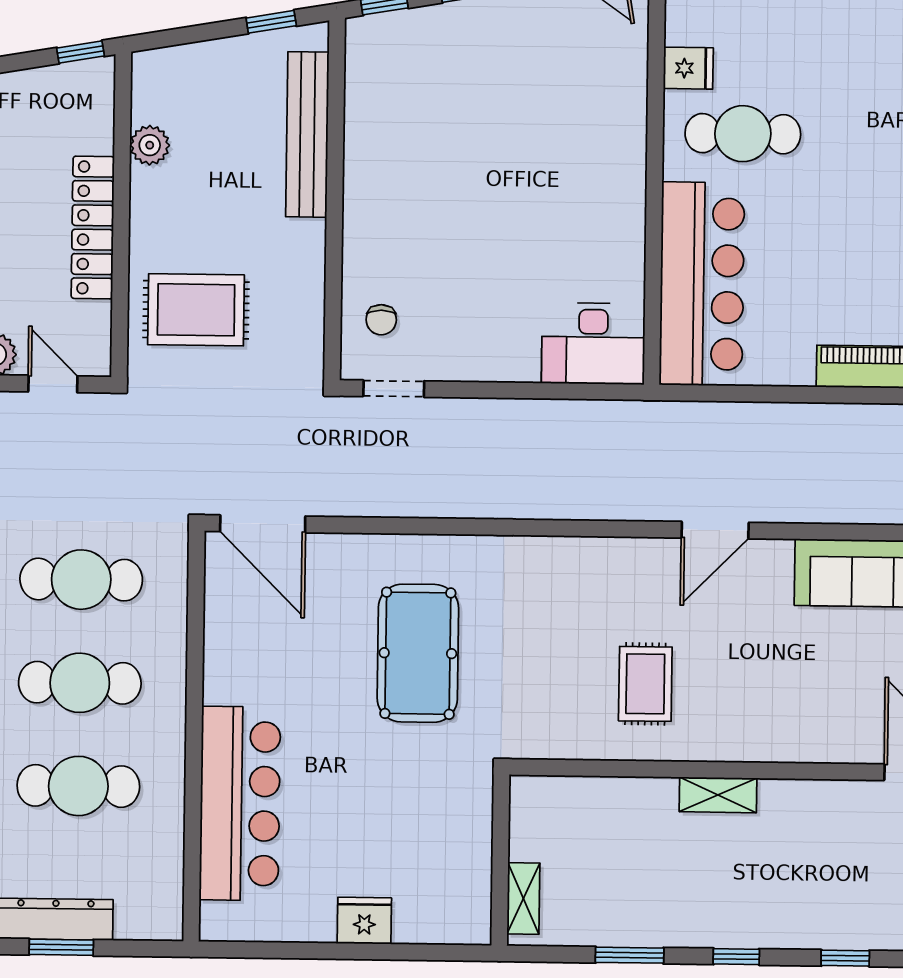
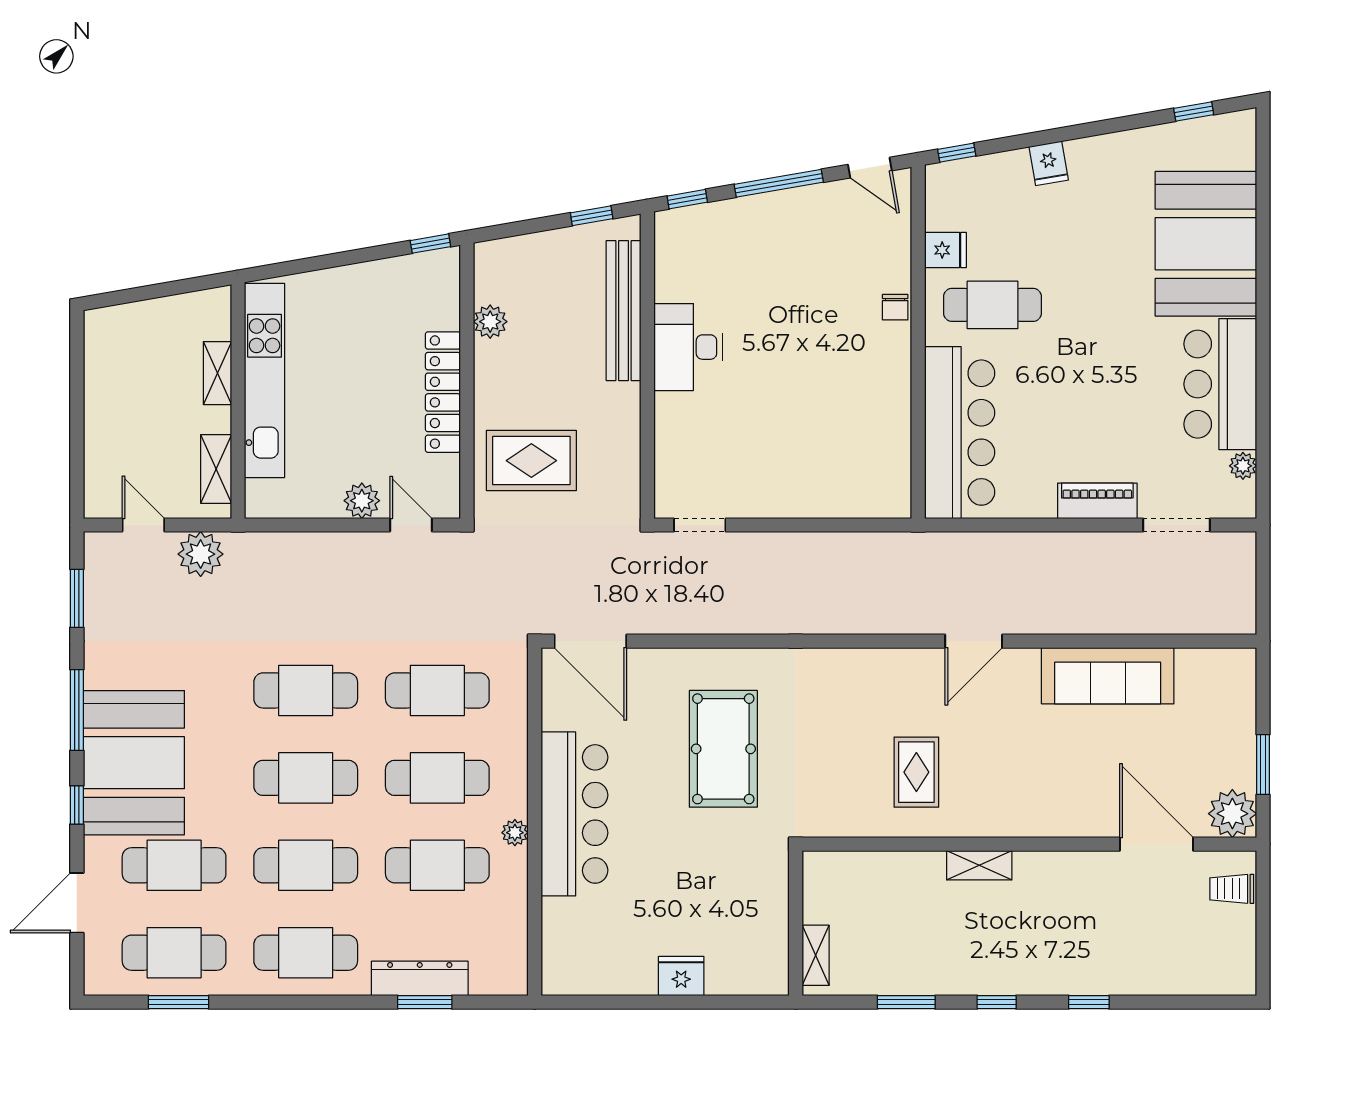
chair: (381, 320) -> (895, 307), moved
desk: (593, 344) -> (688, 347), moved, turned 90
plant: (170, 749) -> (515, 833), added
bar counter: (240, 803) -> (574, 814), moved

